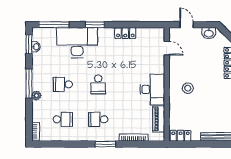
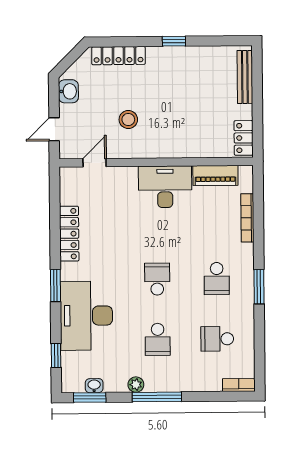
window: (54, 25) -> (56, 356), width x0.46
locker: (125, 33) -> (69, 234), width x1.53
school desk: (98, 84) -> (157, 279), turned -90
stool: (188, 88) -> (128, 119), moved
plant: (36, 96) -> (136, 385), moved
school desk: (63, 119) -> (217, 339), turned -90
window: (105, 144) -> (259, 287), moved

